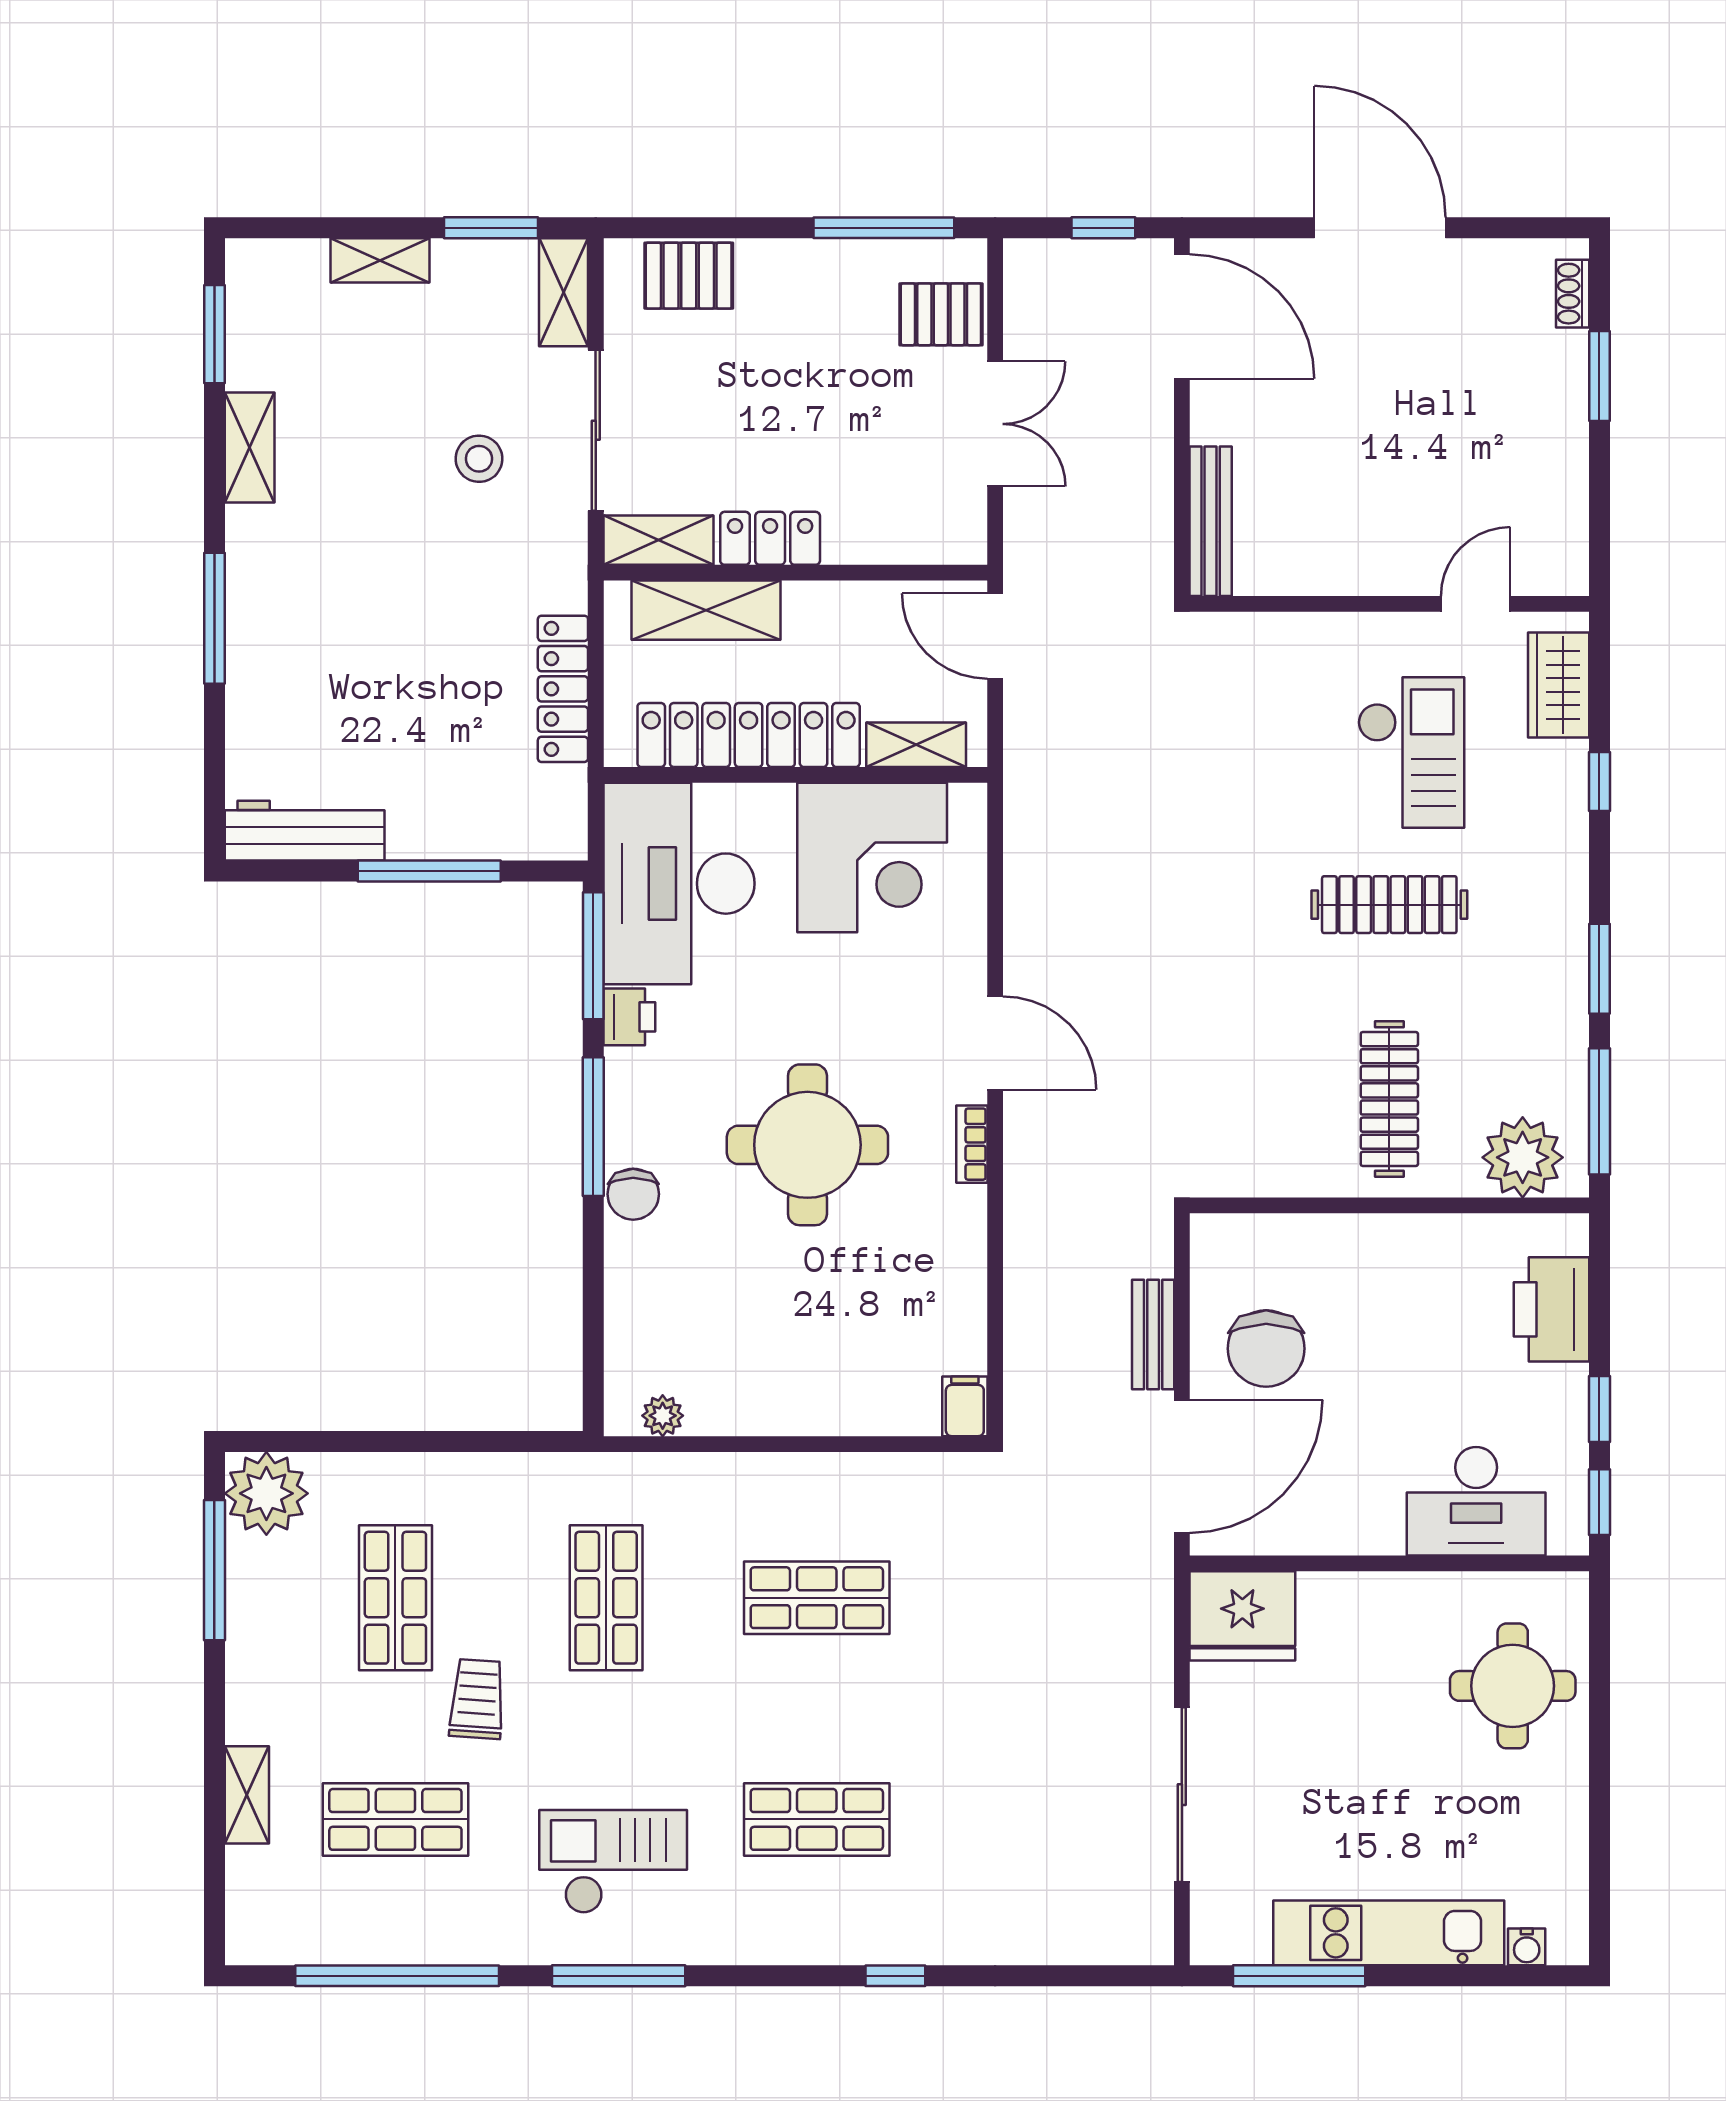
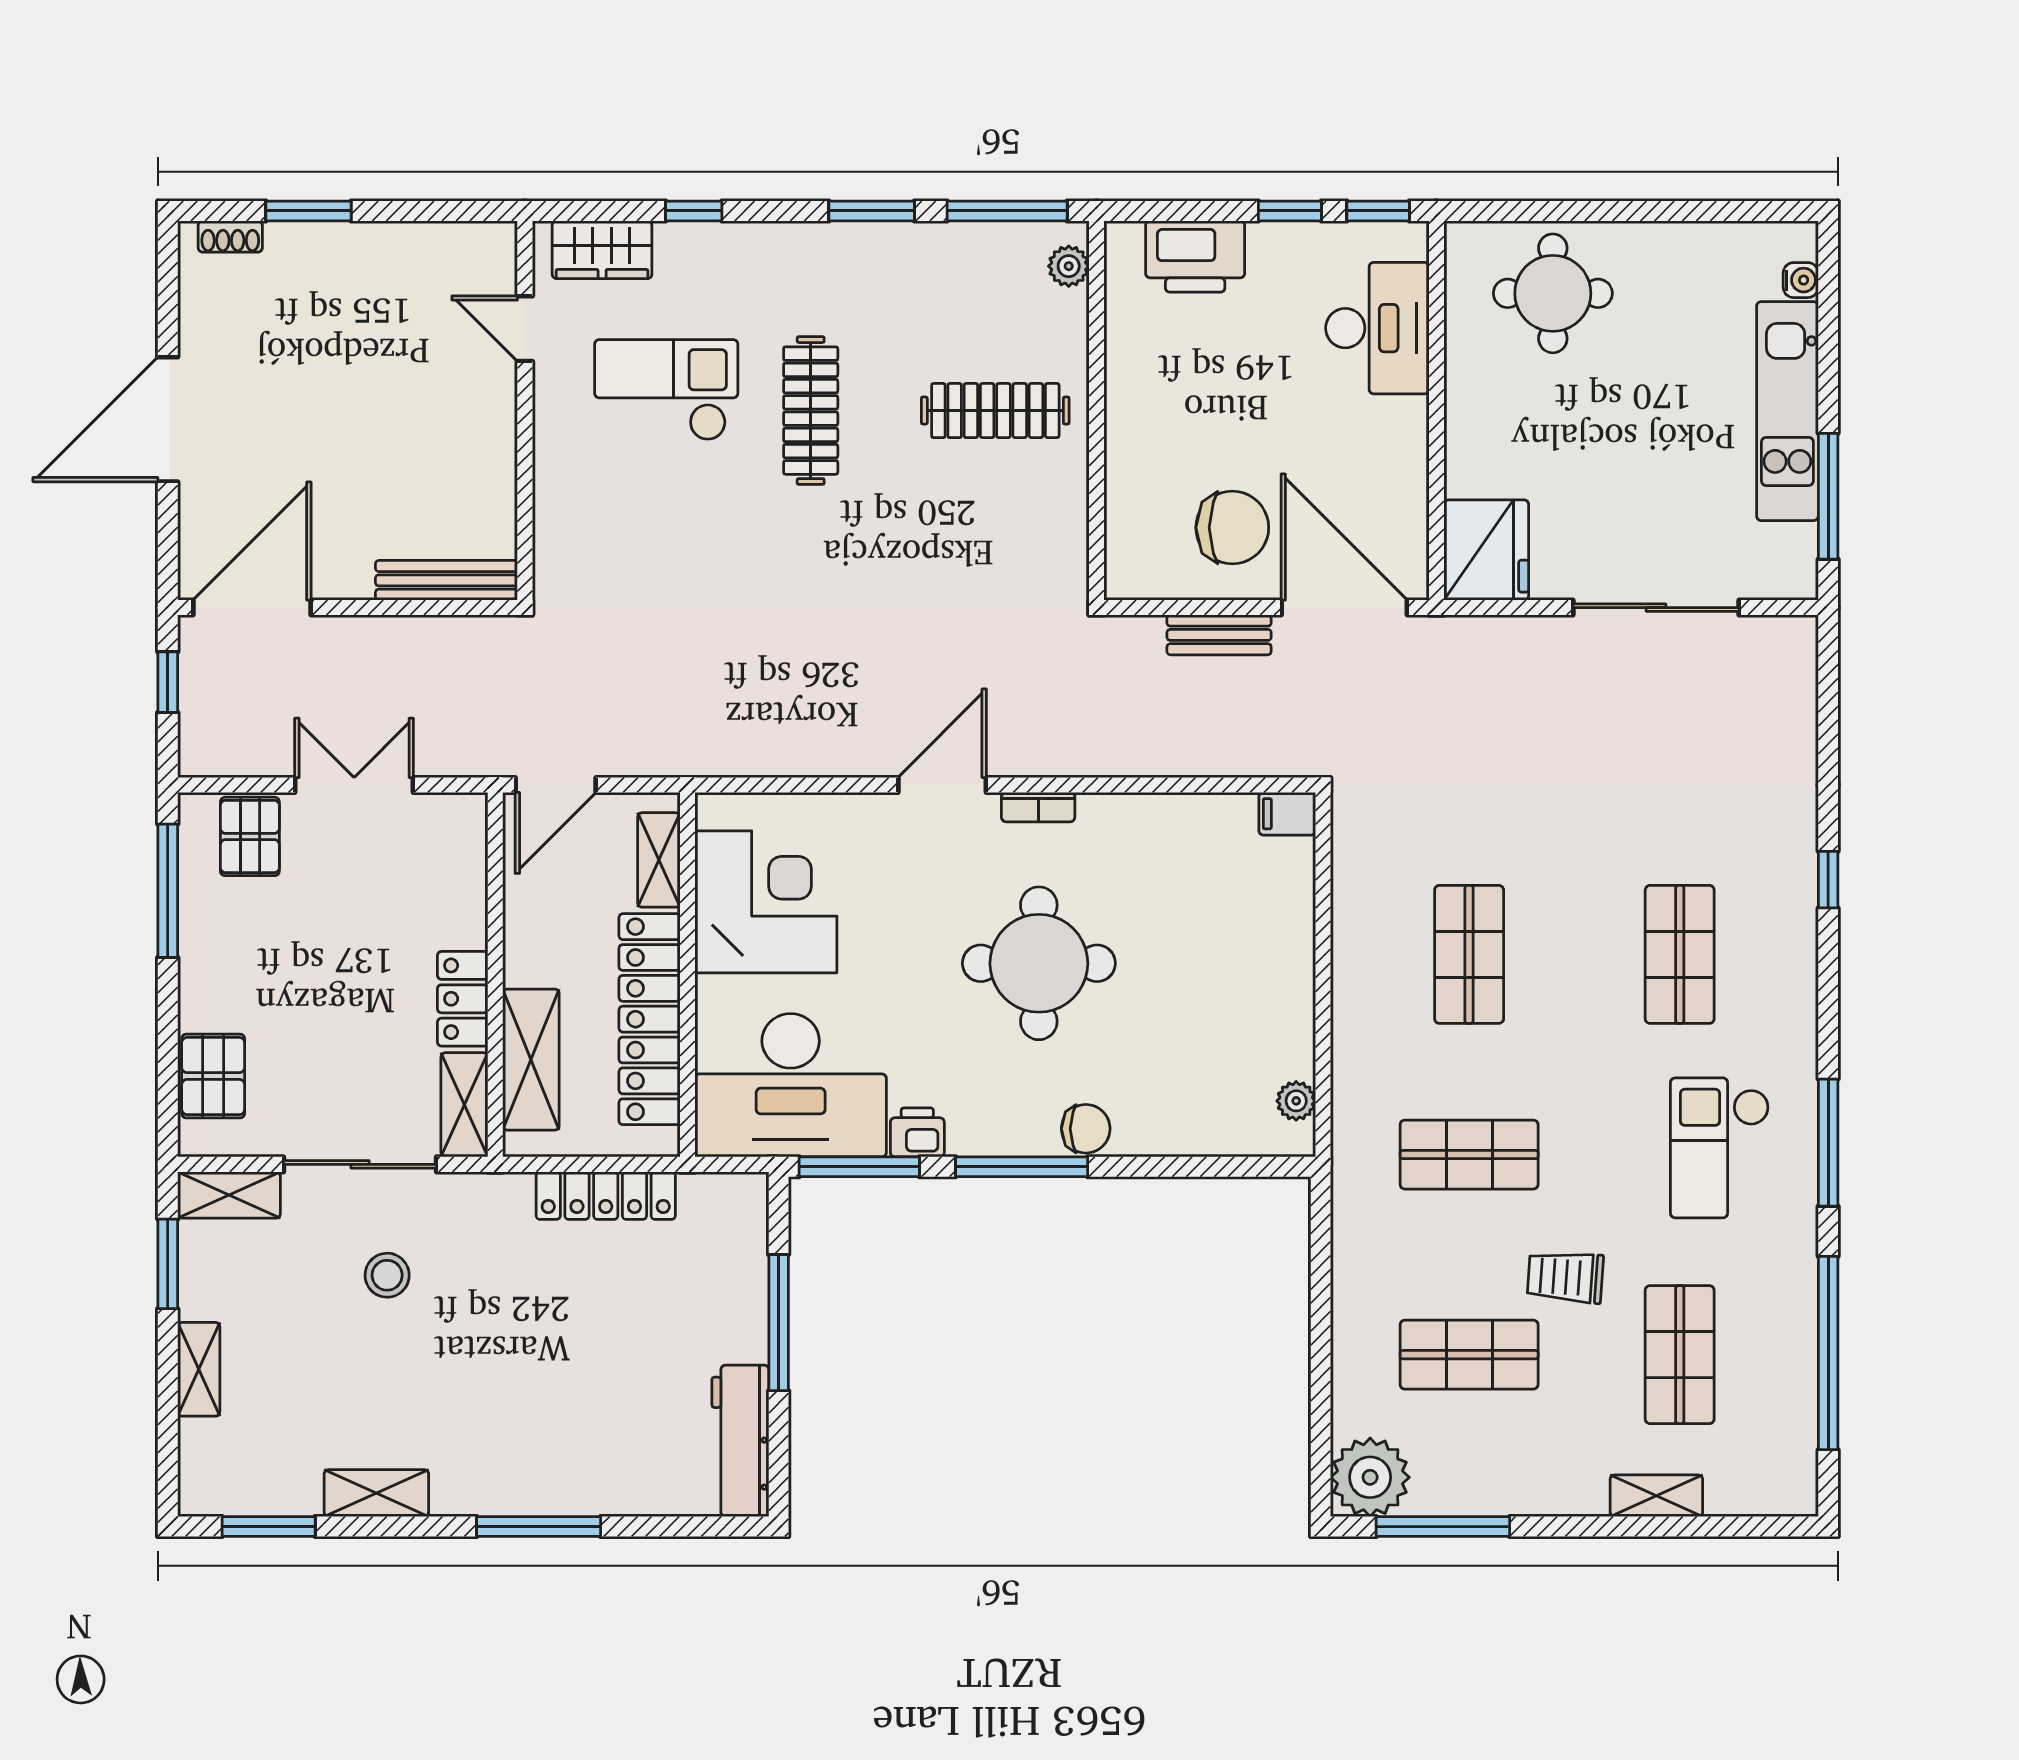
plant: (1523, 1157) -> (1069, 266), width x0.53, depth x0.53

